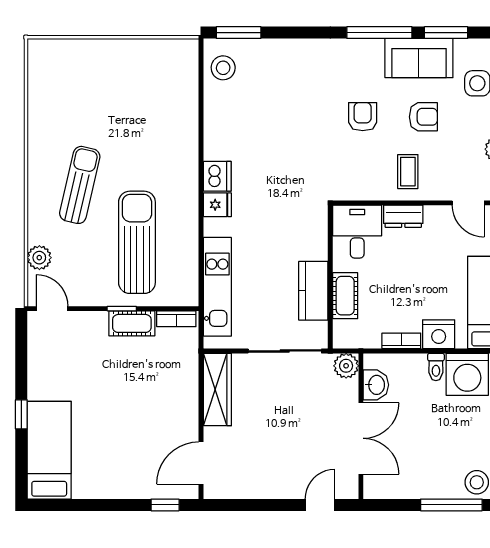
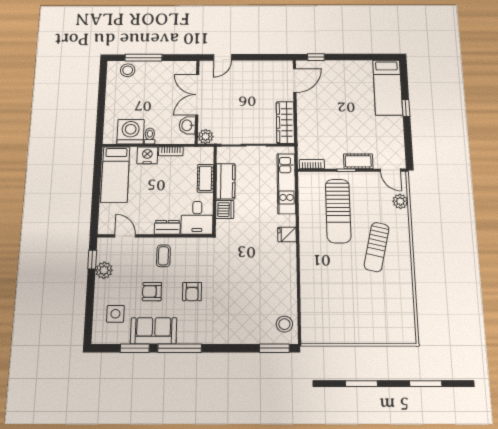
dishwasher: (217, 176) -> (225, 210), moved, turned 180
cot: (132, 323) -> (358, 161), moved

